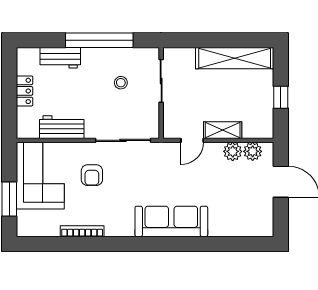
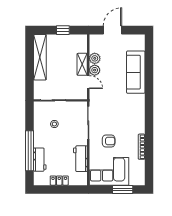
window: (99, 40) -> (30, 151), moved
plant: (253, 151) -> (95, 70), moved
sofa: (171, 221) -> (136, 72), moved

